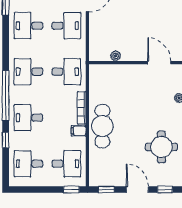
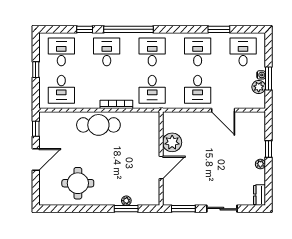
plant: (116, 56) -> (172, 142), width x1.87, depth x1.87
door: (159, 63) -> (161, 168), moved
filing cabinet: (79, 131) -> (94, 101), removed
window: (71, 190) -> (36, 70), moved
window: (165, 190) -> (36, 187), removed

